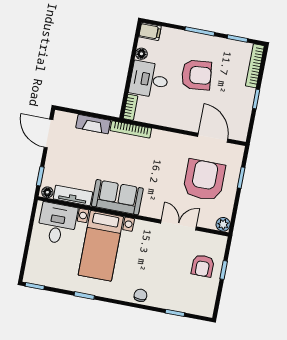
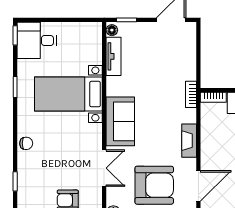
fireplace: (93, 124) -> (189, 141), moved
bookcase: (131, 129) -> (191, 94), width x0.64
sofa: (117, 197) -> (120, 121), moved
desk: (57, 223) -> (37, 40), moved, turned 180

